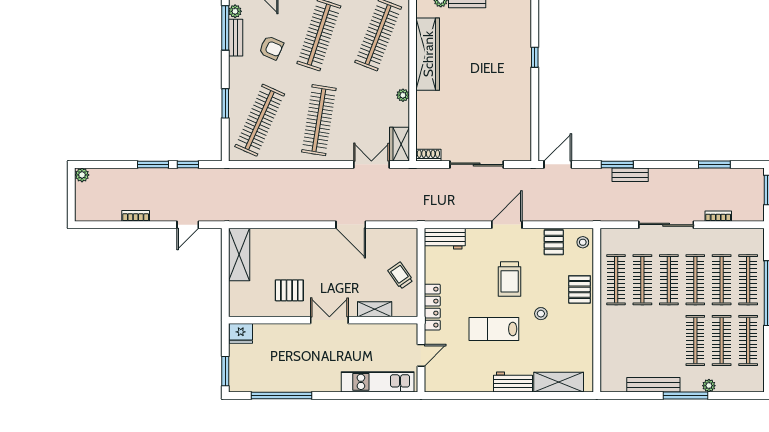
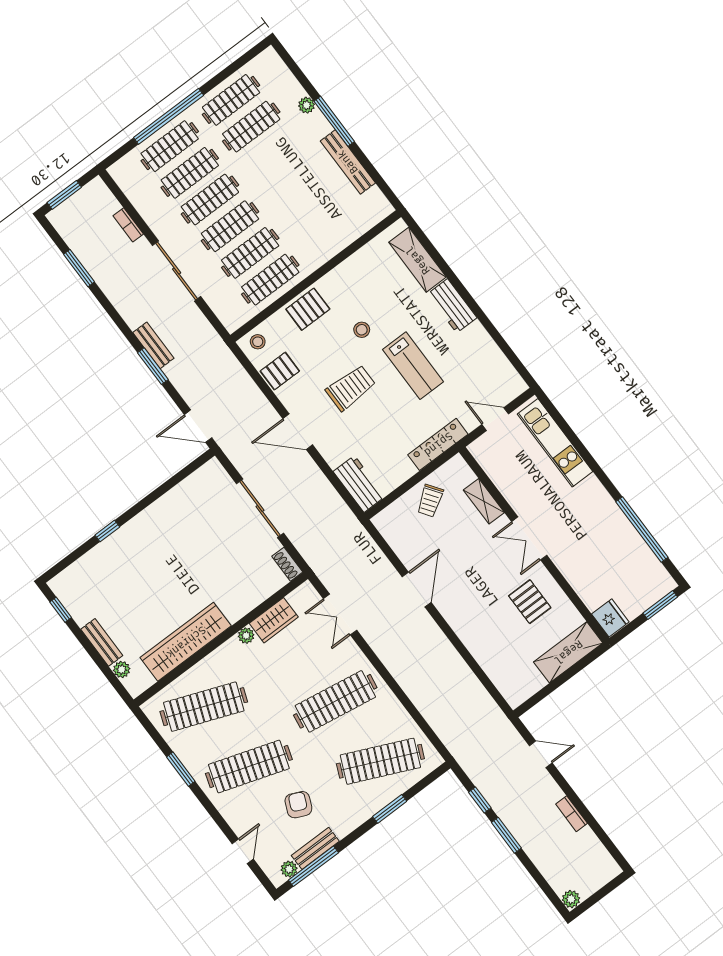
wardrobe: (399, 144) -> (274, 620), moved
shelving: (239, 254) -> (568, 652), moved
clothes rail: (695, 340) -> (271, 153), removed

